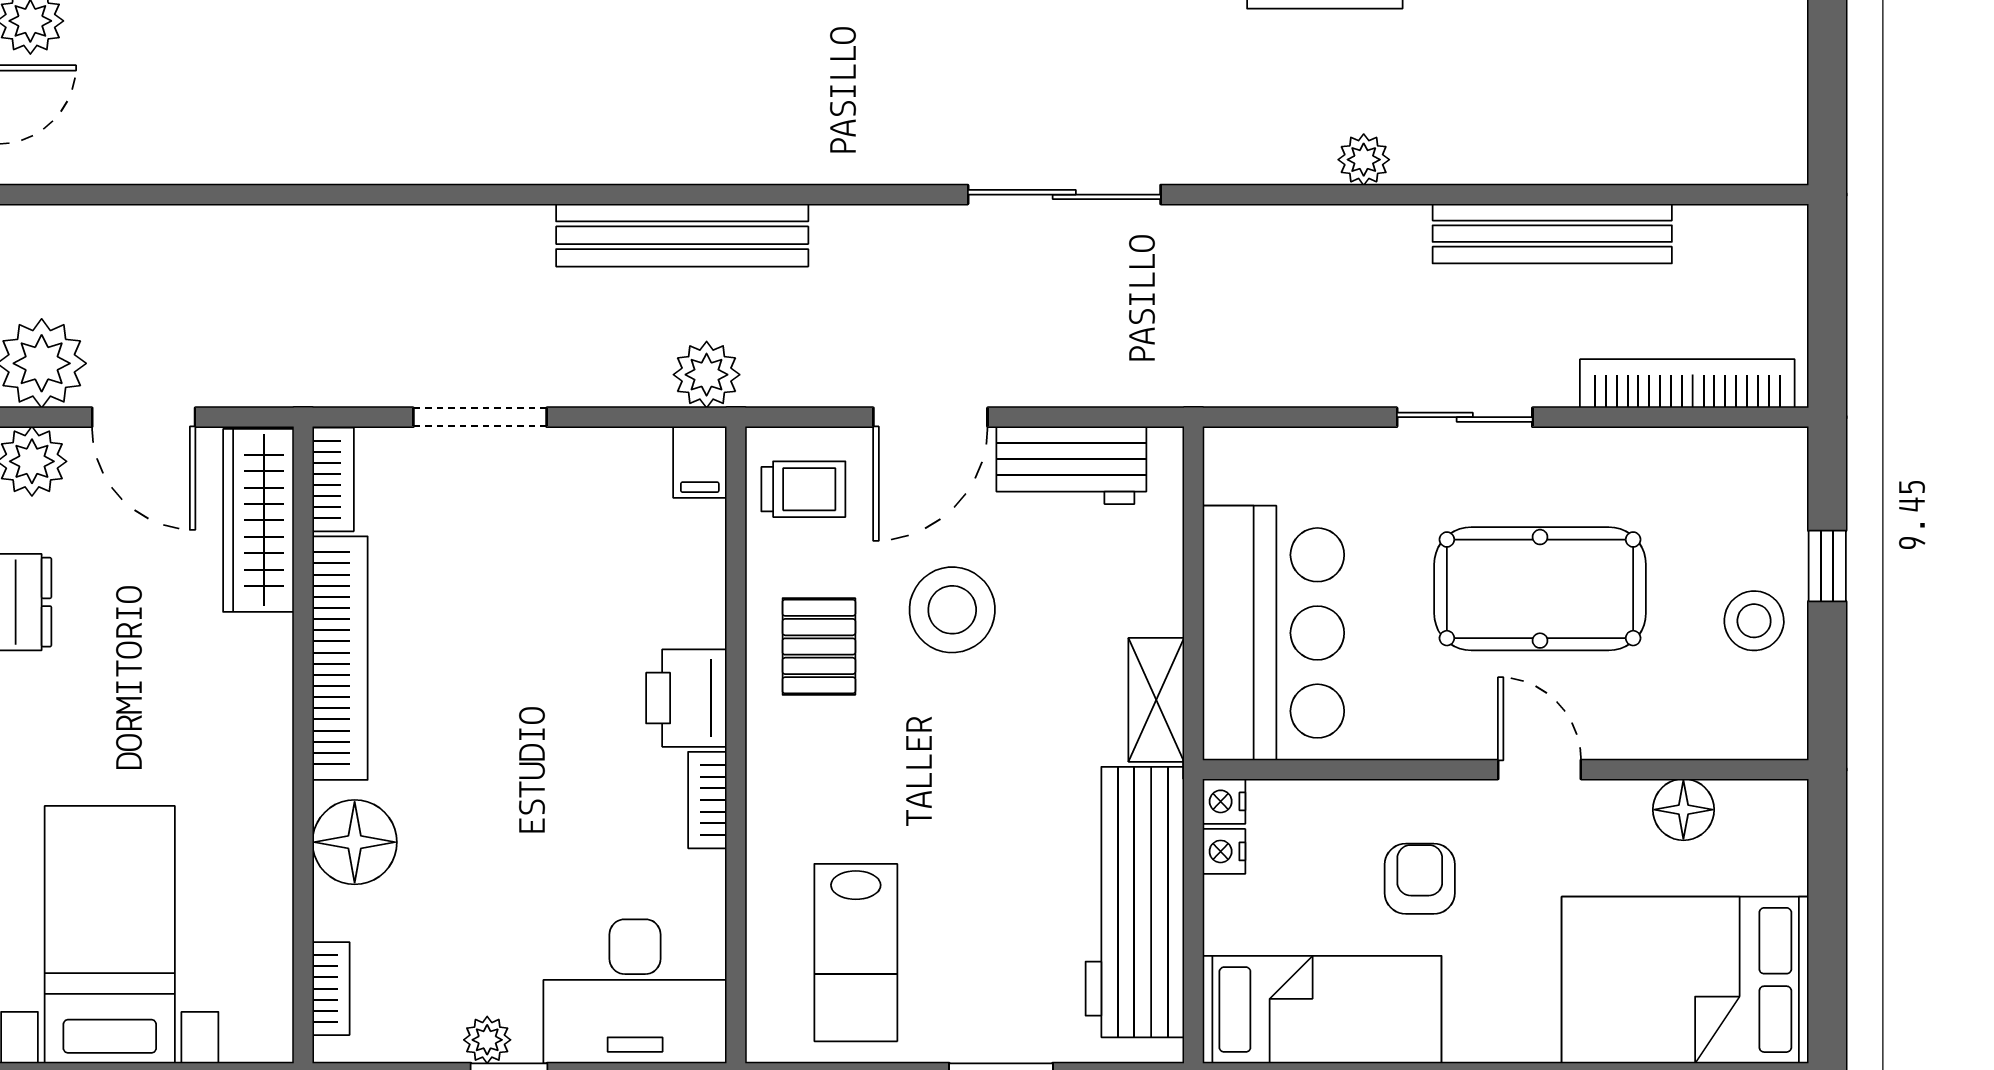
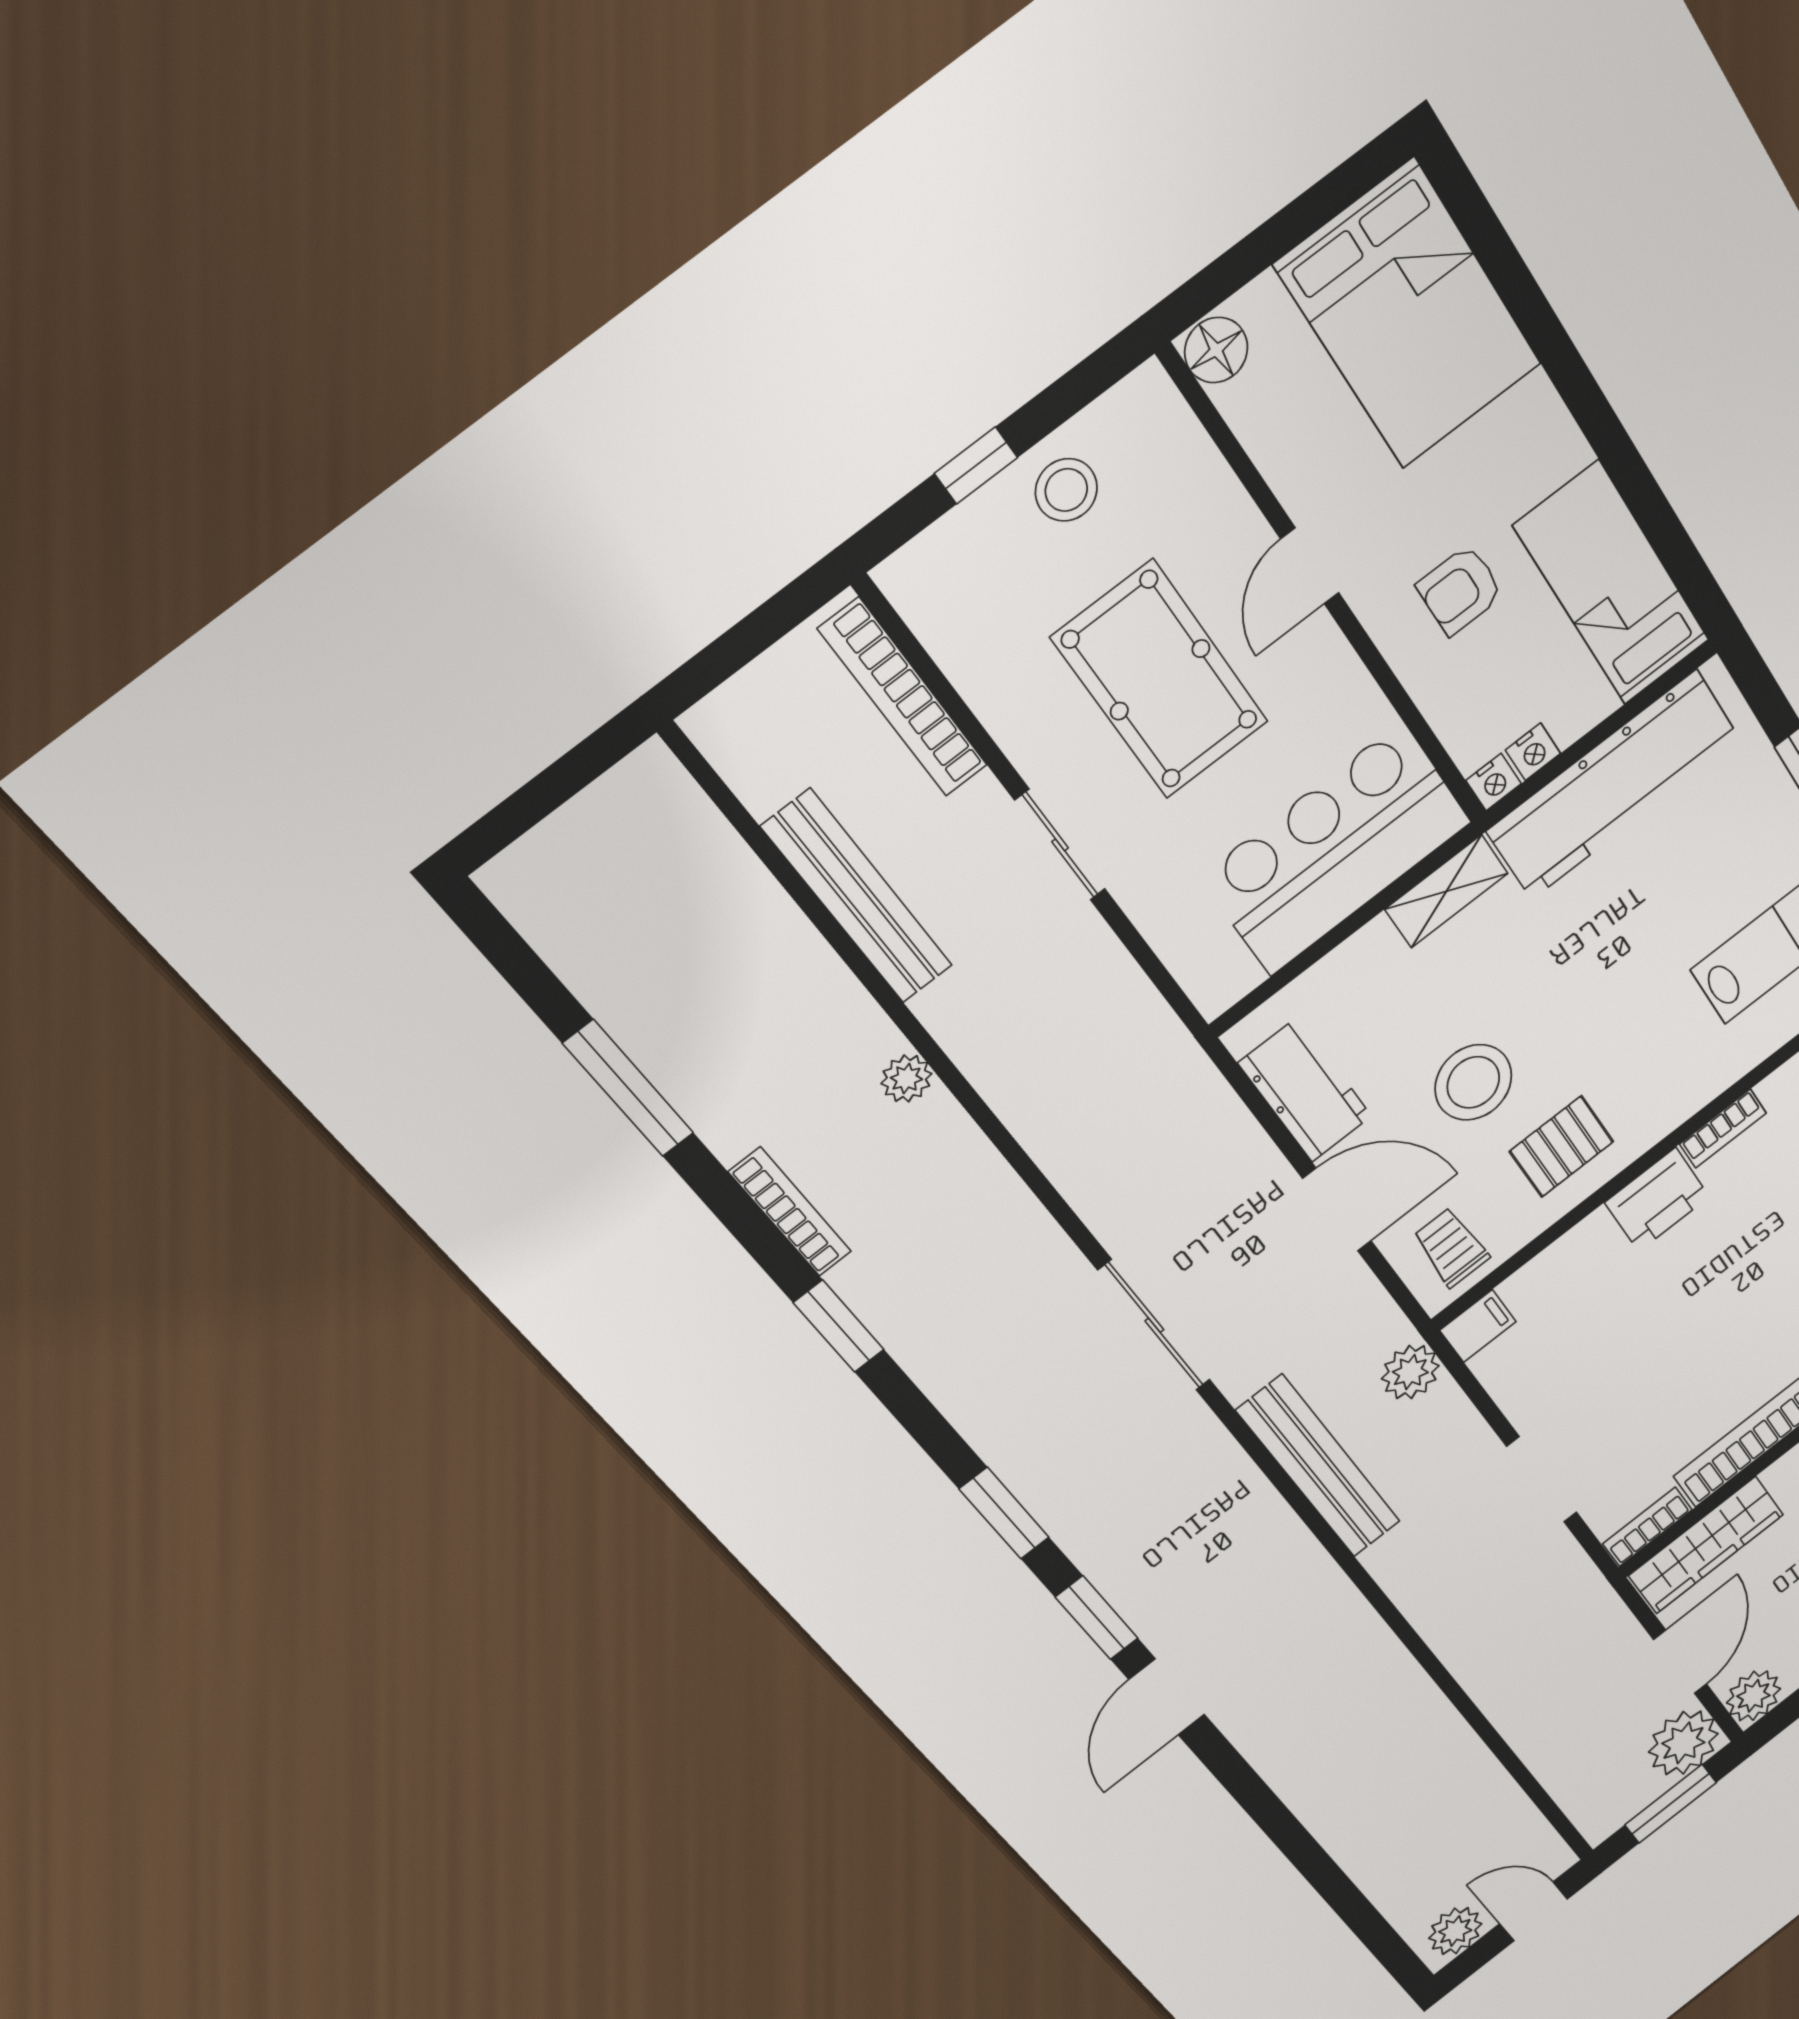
sliding door: (1064, 195) -> (1154, 1325), moved
floor lamp: (1683, 810) -> (1216, 350), moved

